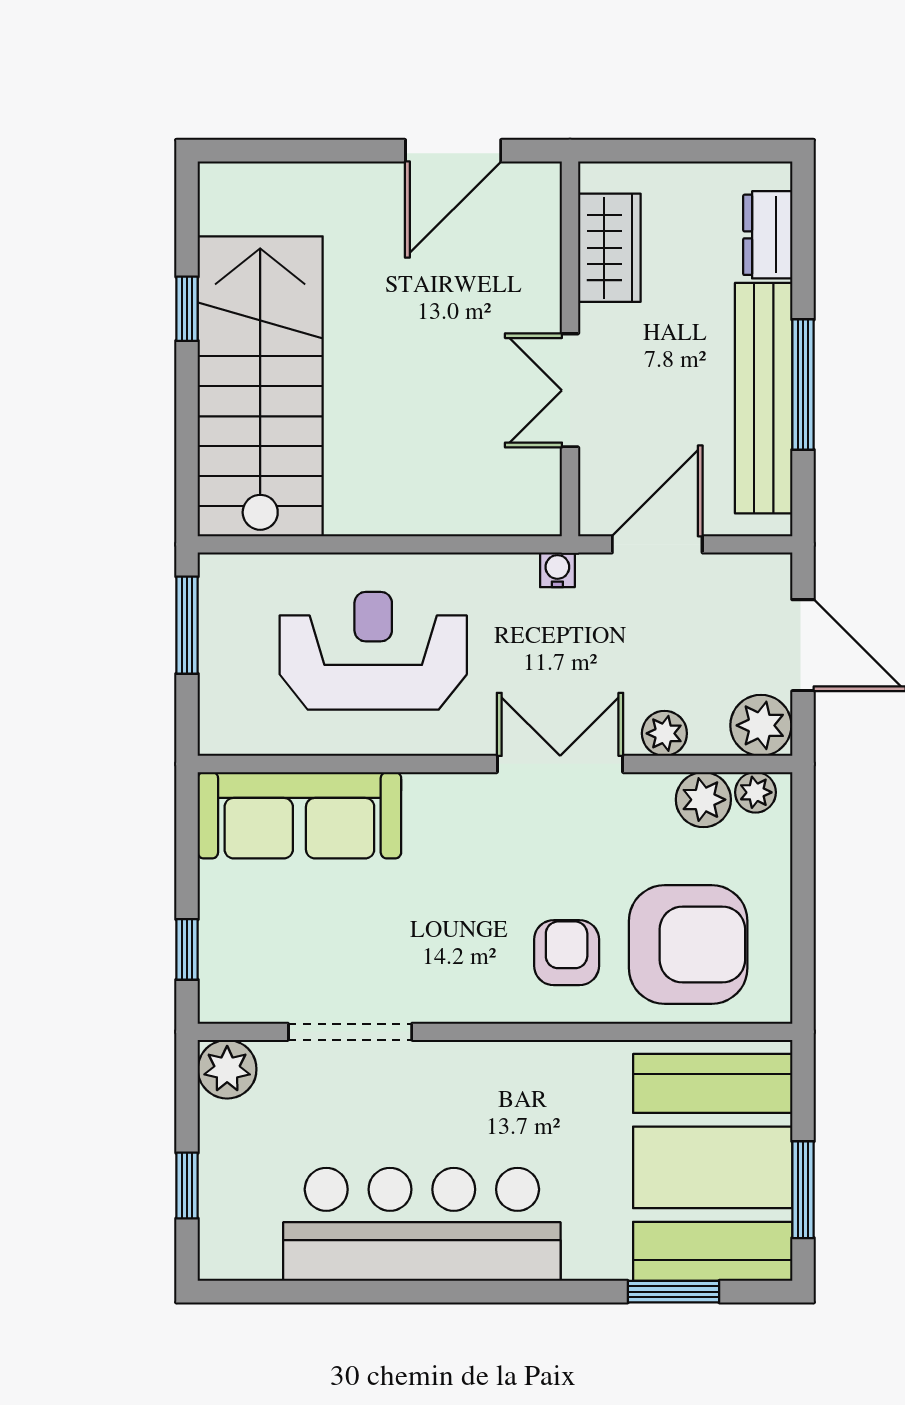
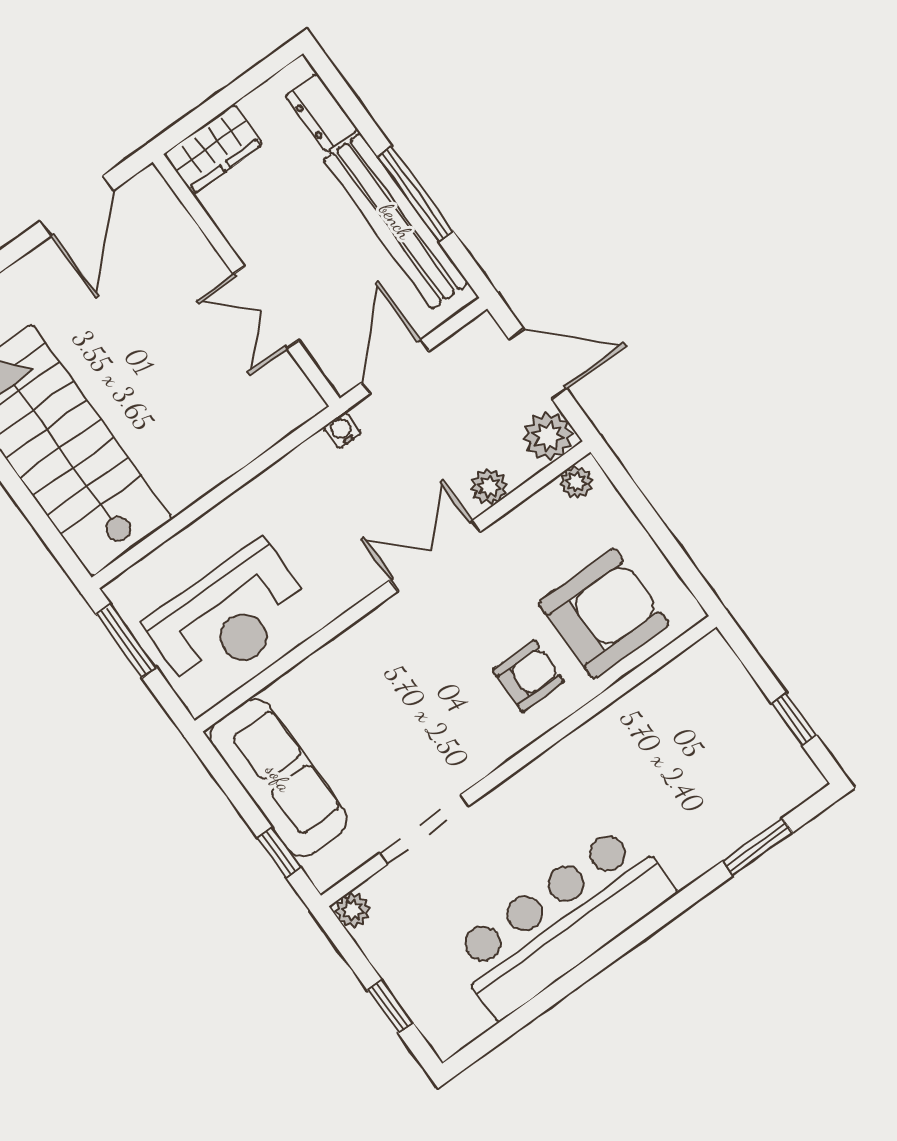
wardrobe: (609, 248) -> (213, 149), moved, turned 90
reception desk: (373, 651) -> (229, 617), moved, turned 180
plant: (703, 800) -> (545, 512), removed
sofa: (299, 815) -> (279, 778), moved, turned -90
armchair: (567, 953) -> (528, 676), turned 90
plant: (227, 1069) -> (353, 910), width x0.73, depth x0.73
booth: (713, 1167) -> (725, 747), removed
window: (803, 1190) -> (794, 719), width x0.67

